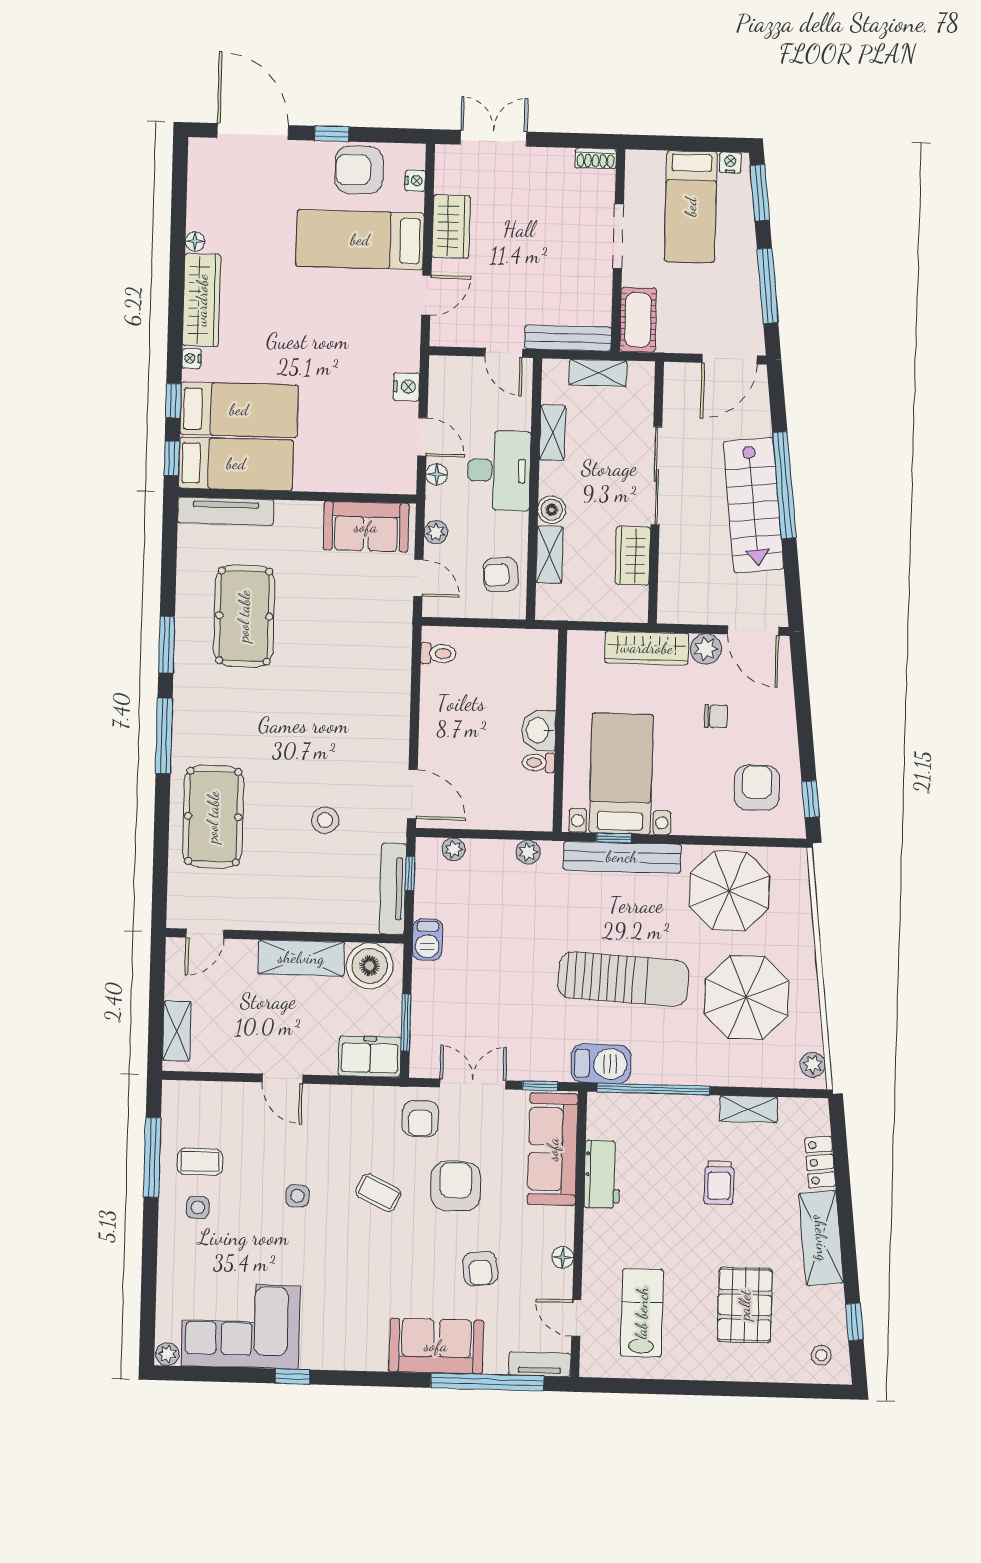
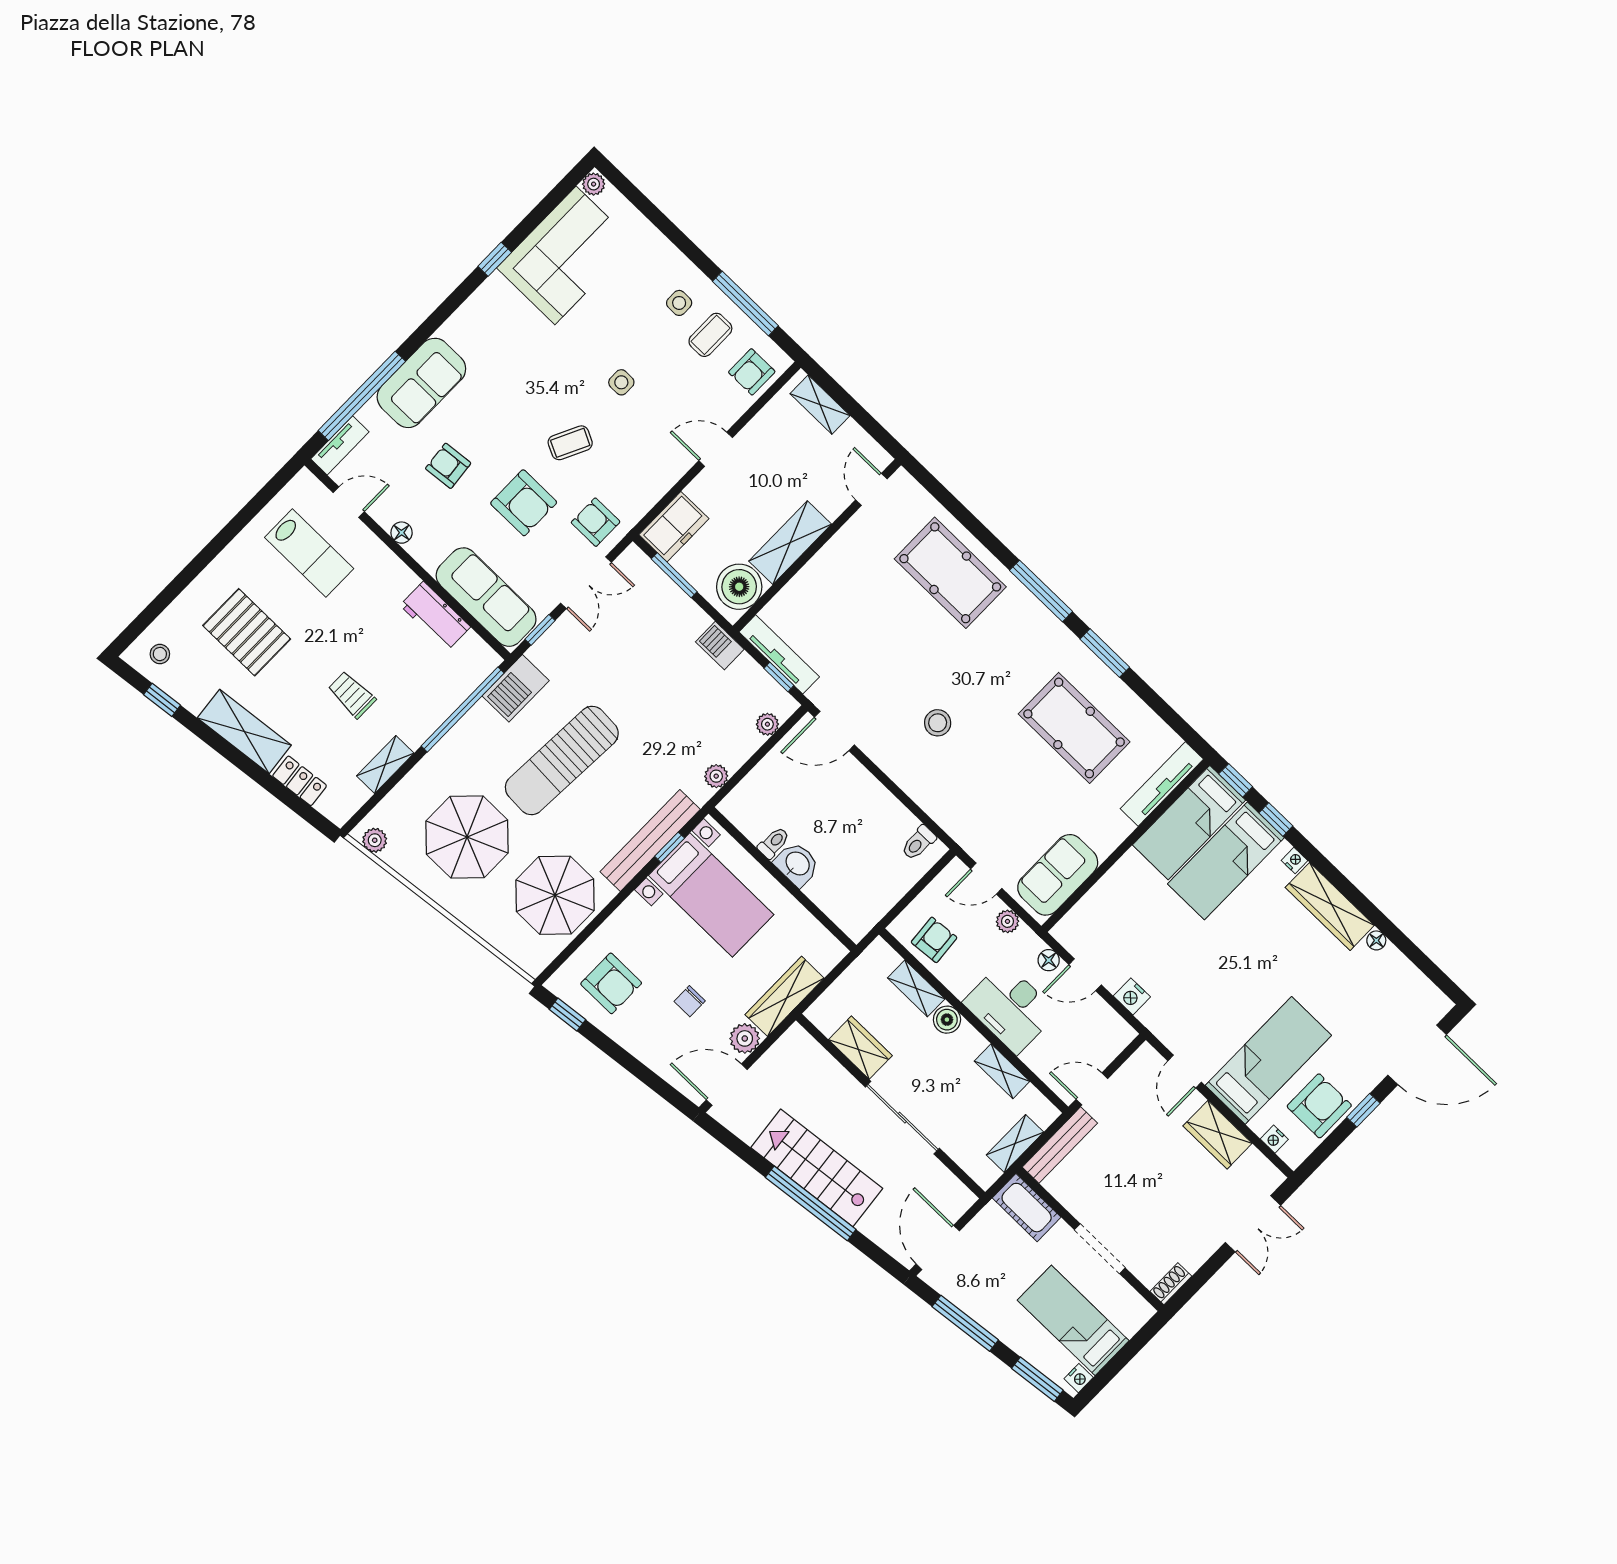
stool: (325, 820) -> (938, 723), moved
armchair: (199, 1105) -> (752, 372), added

